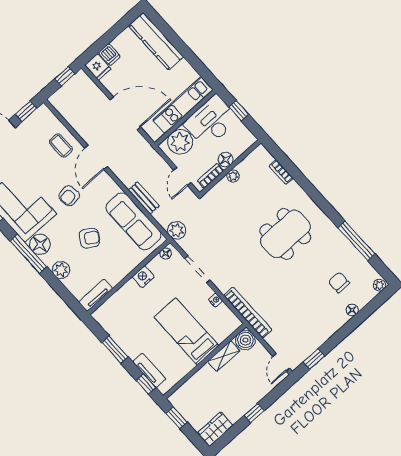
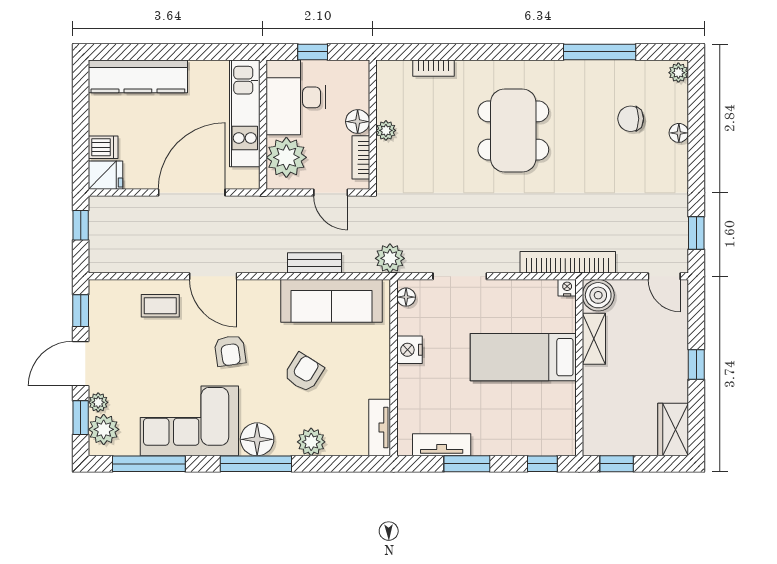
nightstand: (215, 300) -> (567, 288), moved
tv unit: (149, 370) -> (442, 445), moved

